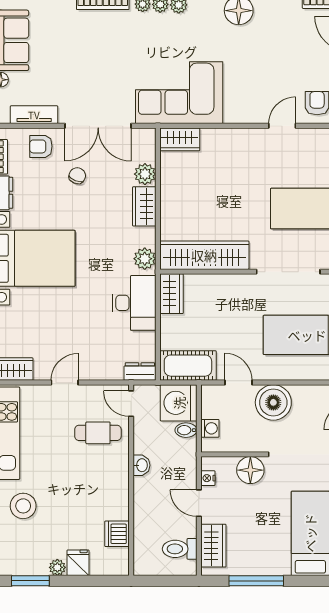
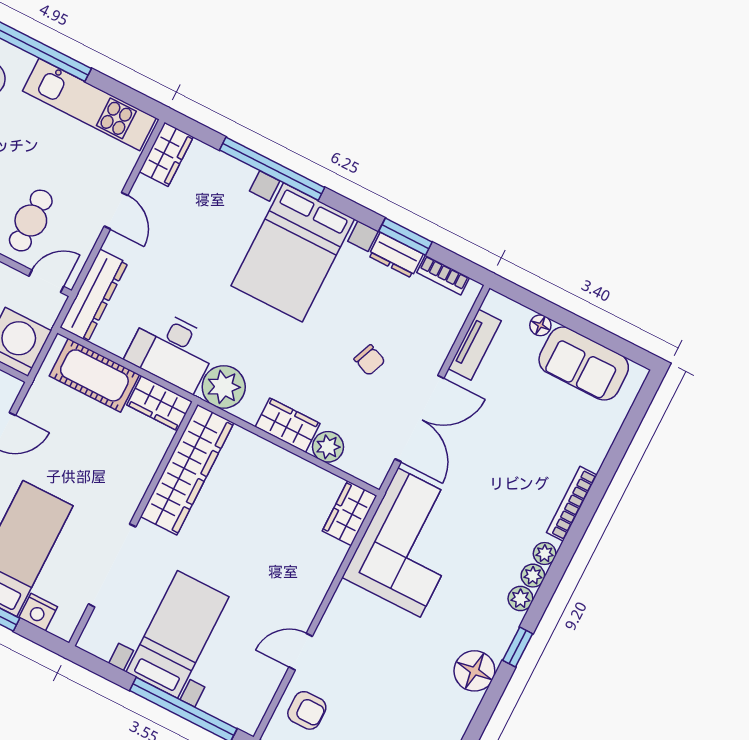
double door: (98, 126) -> (419, 419), swing flipped
door: (282, 126) -> (301, 652), swing flipped
armchair: (41, 146) -> (430, 333), removed
plant: (145, 259) -> (224, 387), width x1.36, depth x1.36
cot: (188, 366) -> (94, 375), moved, turned 90
dresser: (140, 372) -> (94, 295), width x1.96, depth x1.24

